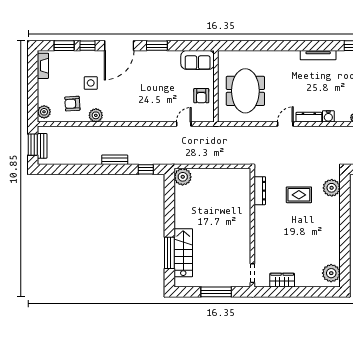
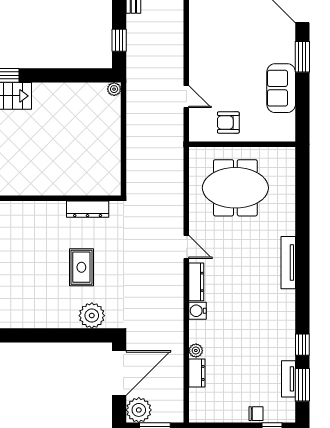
tv unit: (318, 55) -> (288, 263), moved
sofa: (198, 60) -> (281, 88), moved
plant: (183, 177) -> (114, 89), width x0.53, depth x0.53

